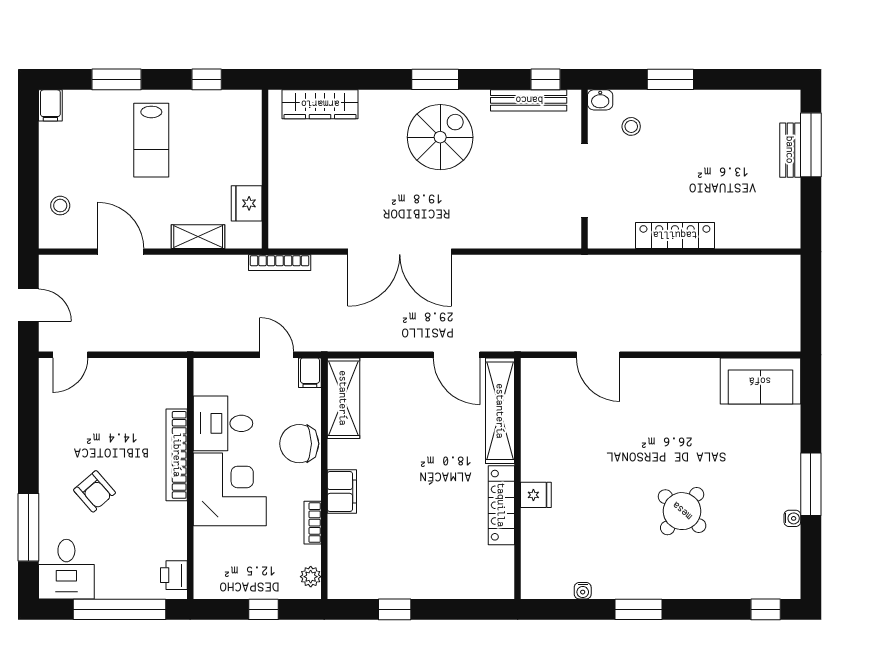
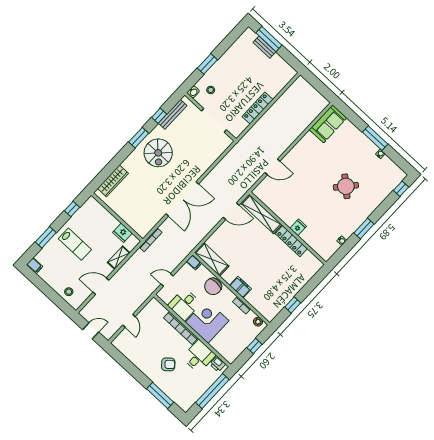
window: (546, 79) -> (159, 116), moved
spiral stairs: (440, 137) -> (158, 153), turned 180
door: (70, 355) -> (129, 321), moved
door: (277, 355) -> (167, 280), moved
desk: (66, 569) -> (199, 356), moved, turned -90

